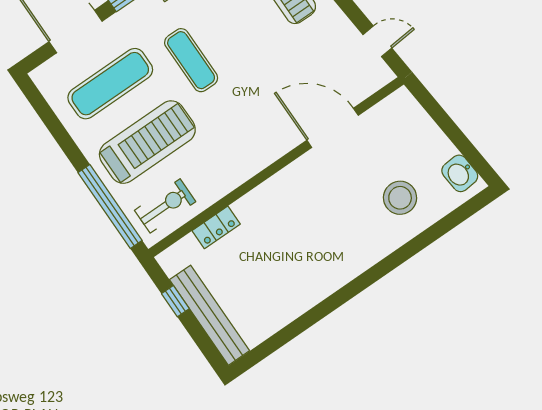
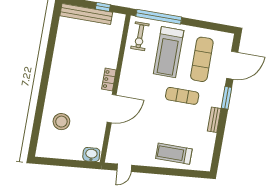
door: (333, 128) -> (112, 109), moved
washbasin: (460, 173) -> (91, 155), moved
locker: (216, 227) -> (109, 80), moved

